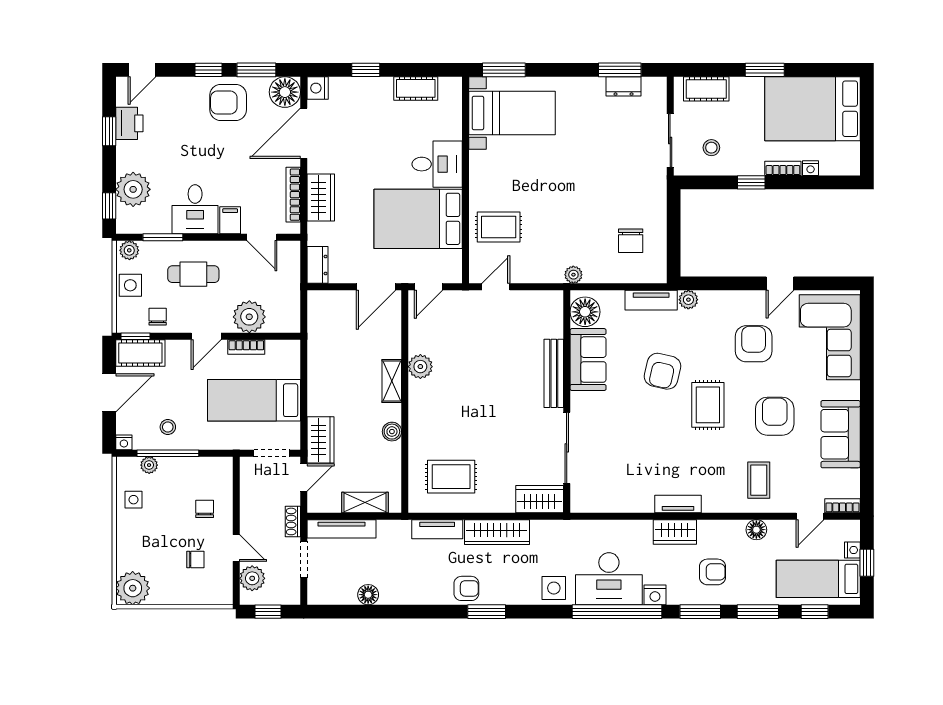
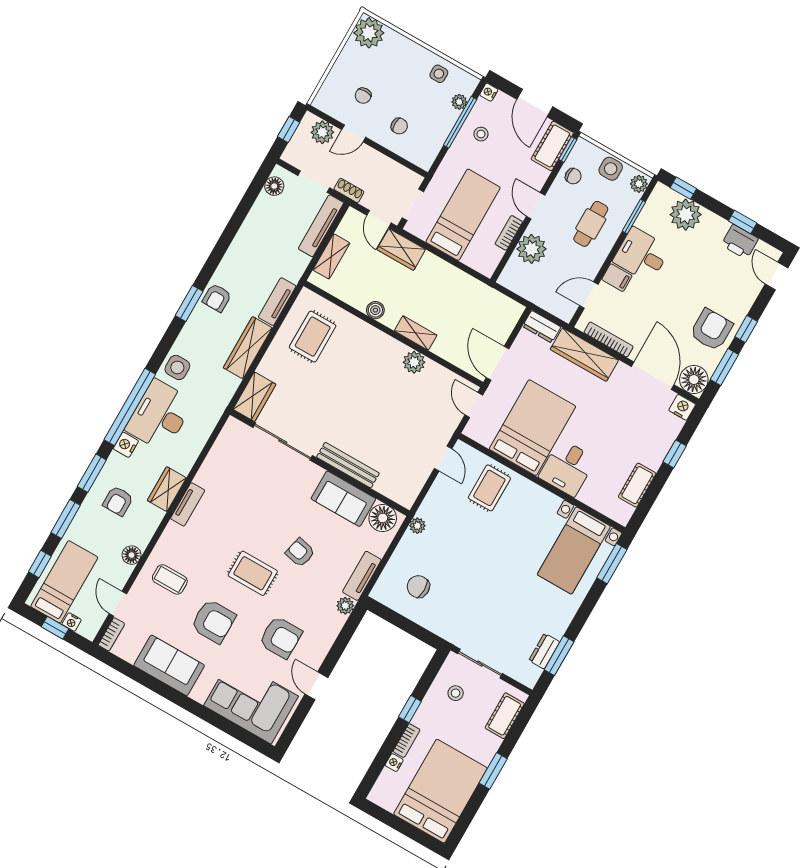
wardrobe: (321, 197) -> (584, 355), width x1.50
armchair: (662, 371) -> (300, 553), width x0.72, depth x0.72
floor lamp: (368, 595) -> (274, 186), moved

